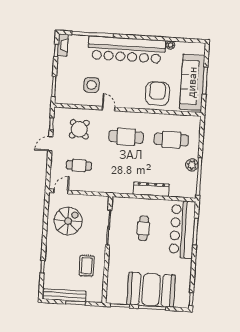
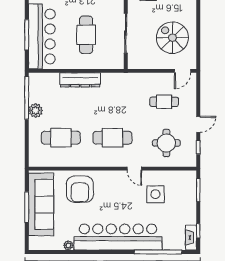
round table: (79, 129) -> (166, 143), turned 45
spiral stairs: (68, 221) -> (172, 38), turned 90
cafe table: (143, 228) -> (86, 35), width x1.37, depth x1.35

